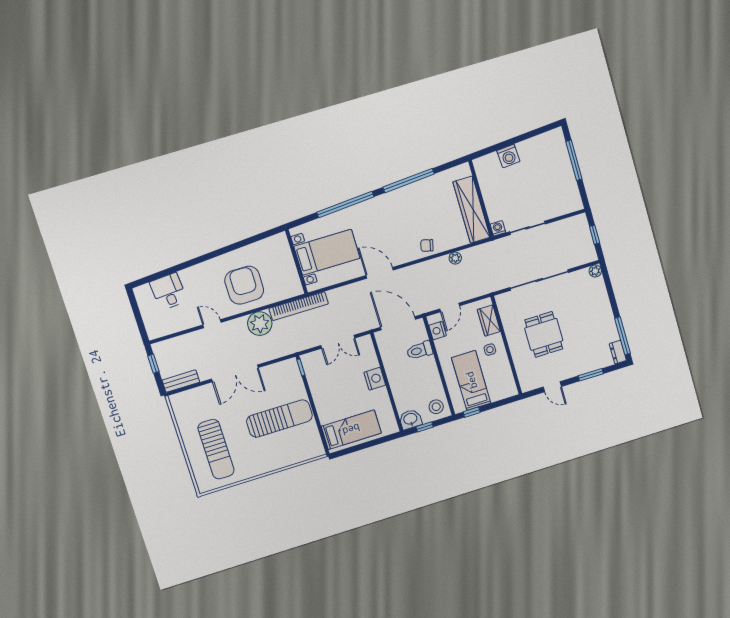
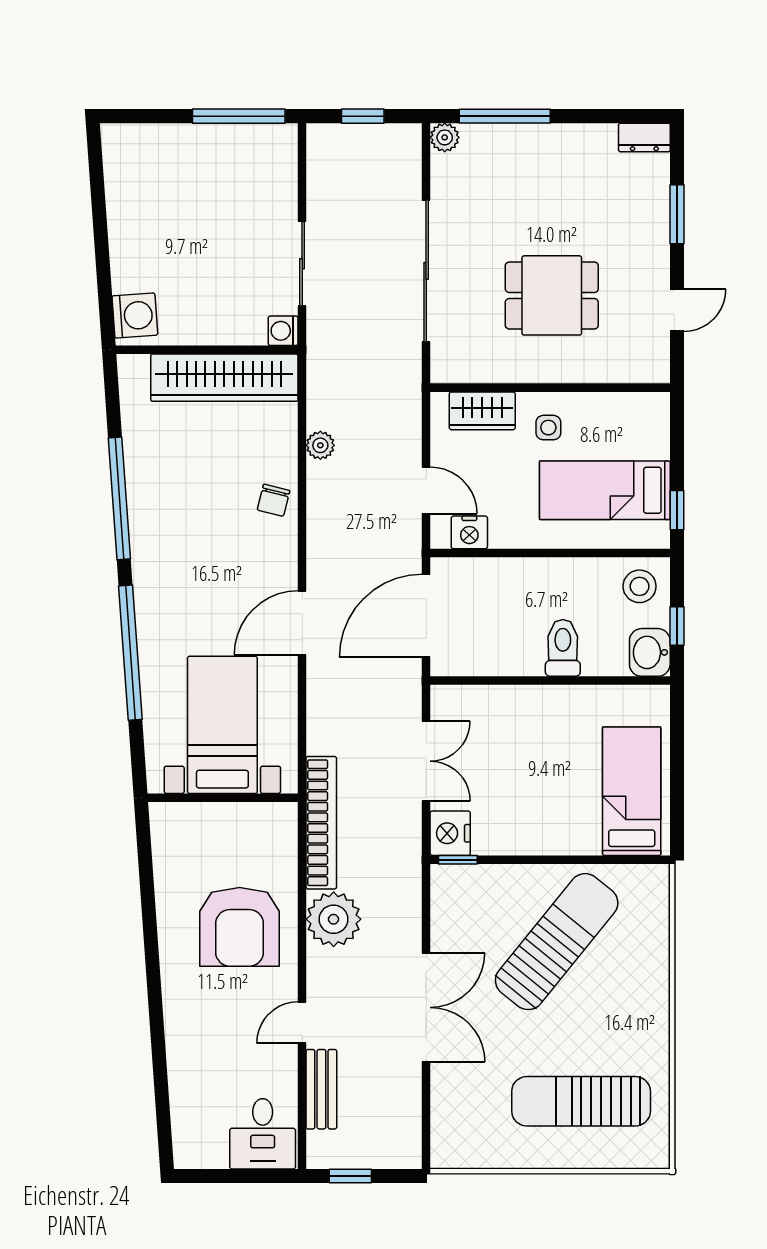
washing machine: (508, 156) -> (135, 315), moved
window: (574, 160) -> (239, 116), moved
armchair: (244, 285) -> (240, 927), turned -90
desk: (168, 292) -> (263, 1134), moved, turned -86
window: (623, 336) -> (505, 116), moved
toilet: (420, 350) -> (563, 648), moved, turned 180
nightstand: (375, 379) -> (450, 833), moved, turned -90
bench: (181, 381) -> (321, 1089), moved
sun lounger: (279, 418) -> (557, 942), turned 39
sun lounger: (216, 449) -> (581, 1101), turned 180

